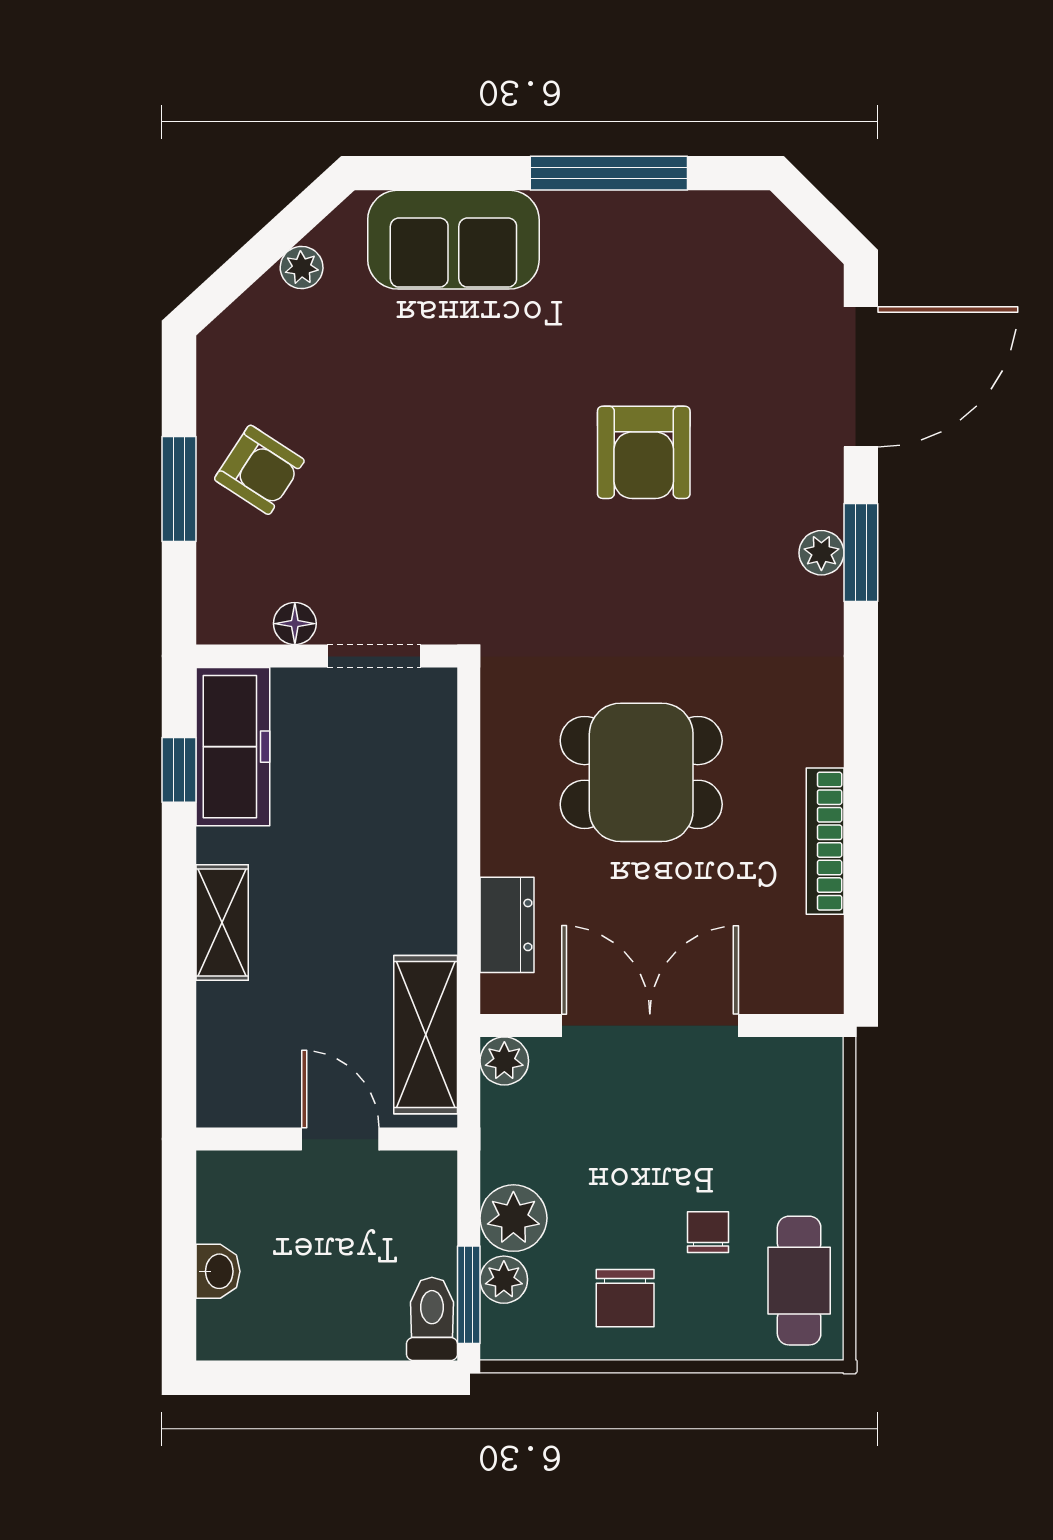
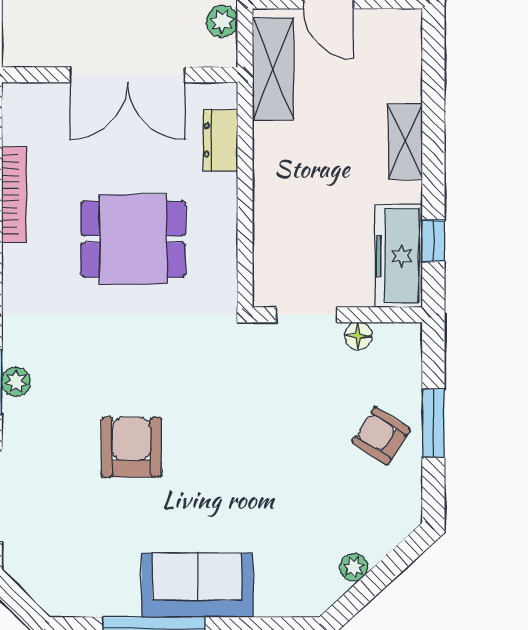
sofa: (453, 240) -> (197, 585), moved
plant: (504, 1061) -> (222, 21), moved

